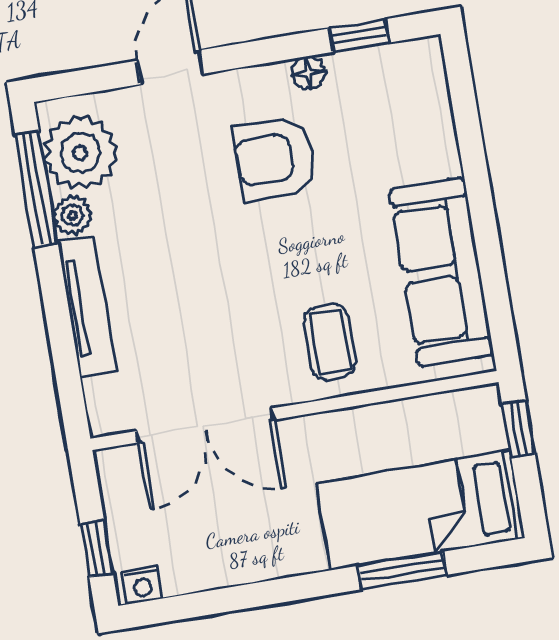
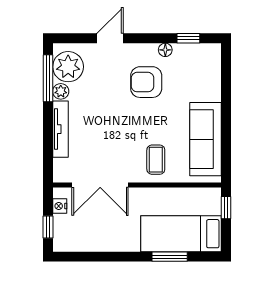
nightstand: (142, 585) -> (60, 206), moved, turned 90

